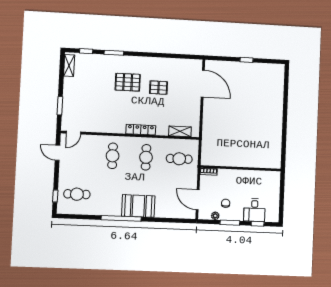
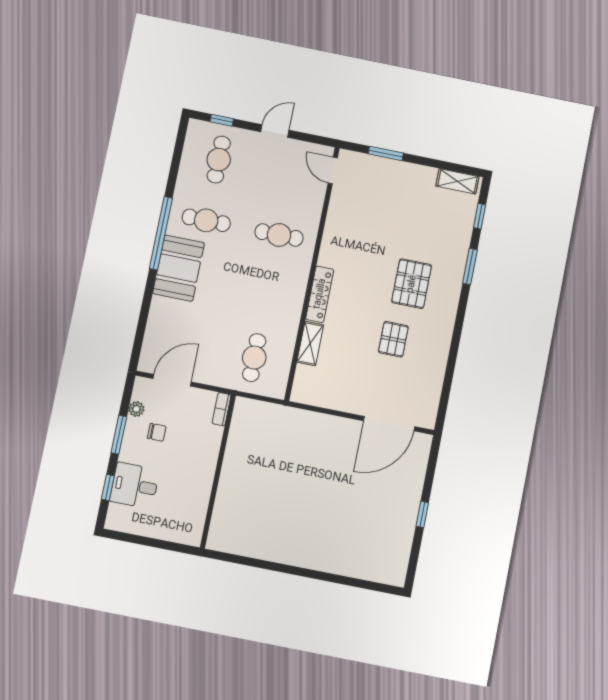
shelving: (180, 131) -> (310, 343), moved
door: (57, 153) -> (275, 131), moved
cafe table: (146, 157) -> (206, 220), moved

